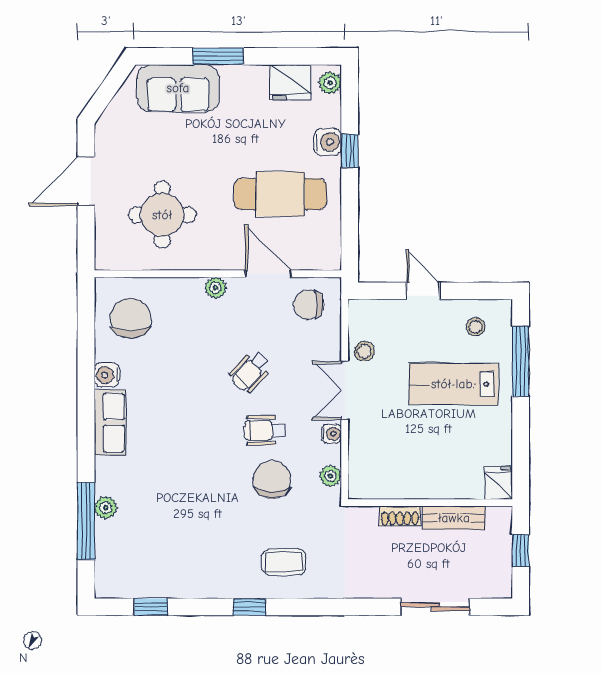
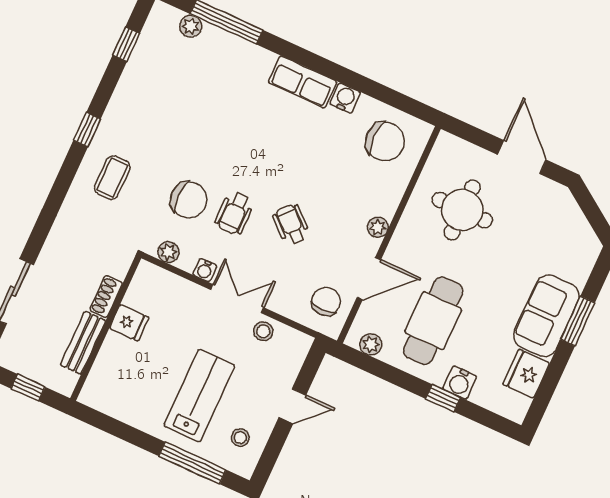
plant: (330, 83) -> (371, 344), moved
sofa: (178, 88) -> (546, 316), moved
wheelchair: (265, 430) -> (234, 213), turned 180
fridge: (498, 483) -> (129, 323), moved
plant: (106, 508) -> (191, 26), moved

